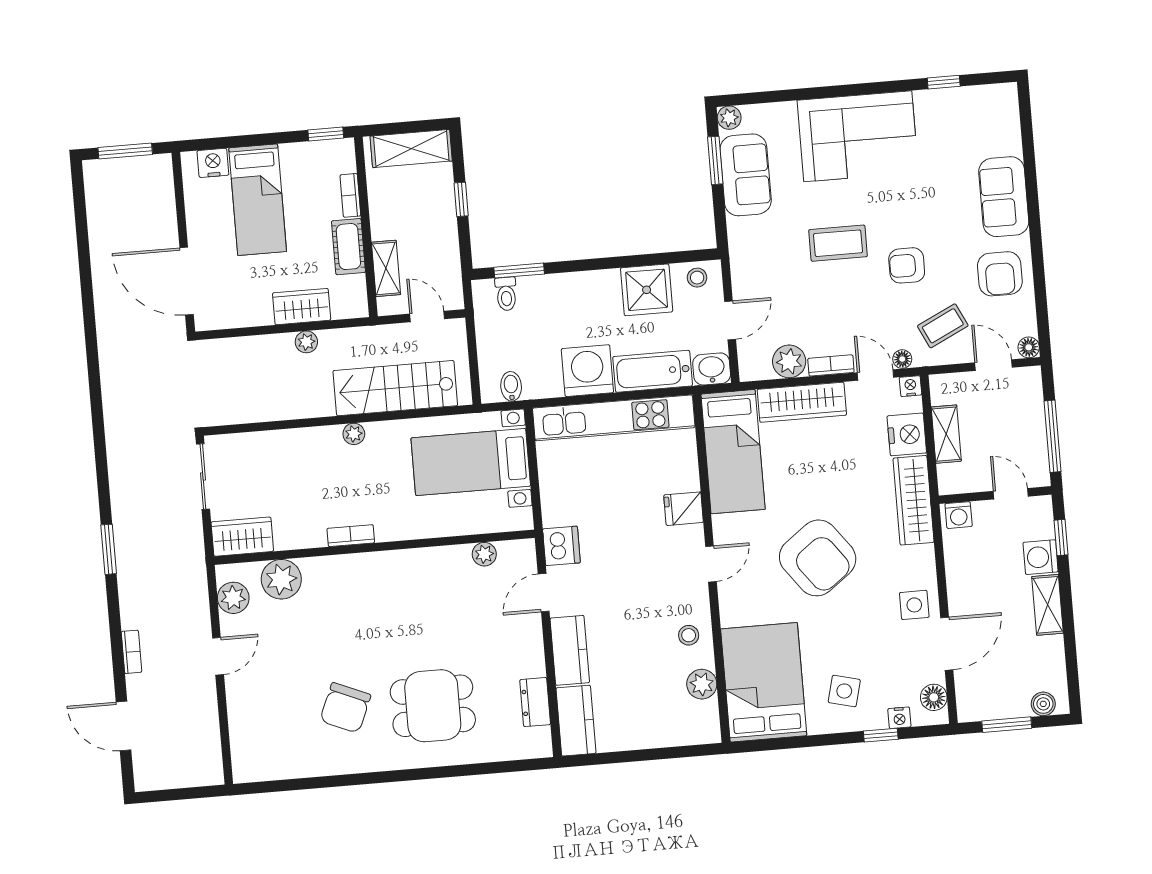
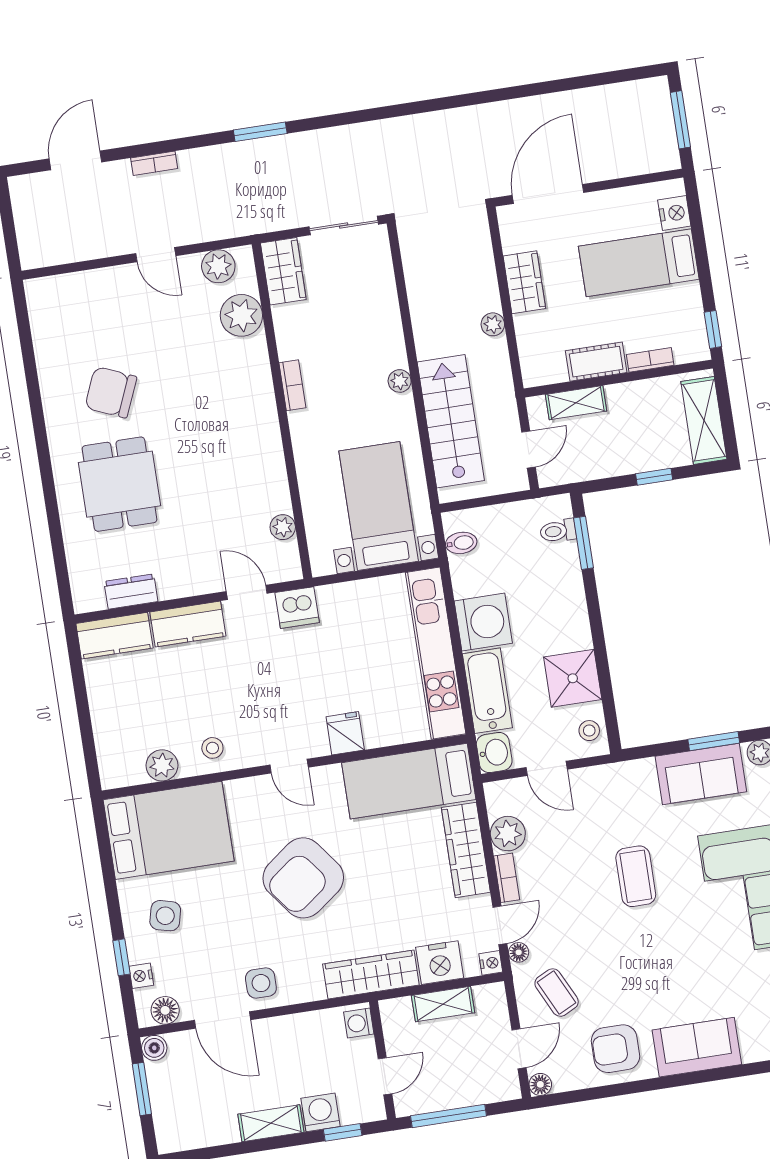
armchair: (907, 265) -> (617, 950), removed
wardrobe: (302, 307) -> (524, 282), moved
boiler: (1043, 704) -> (154, 1048), moved

